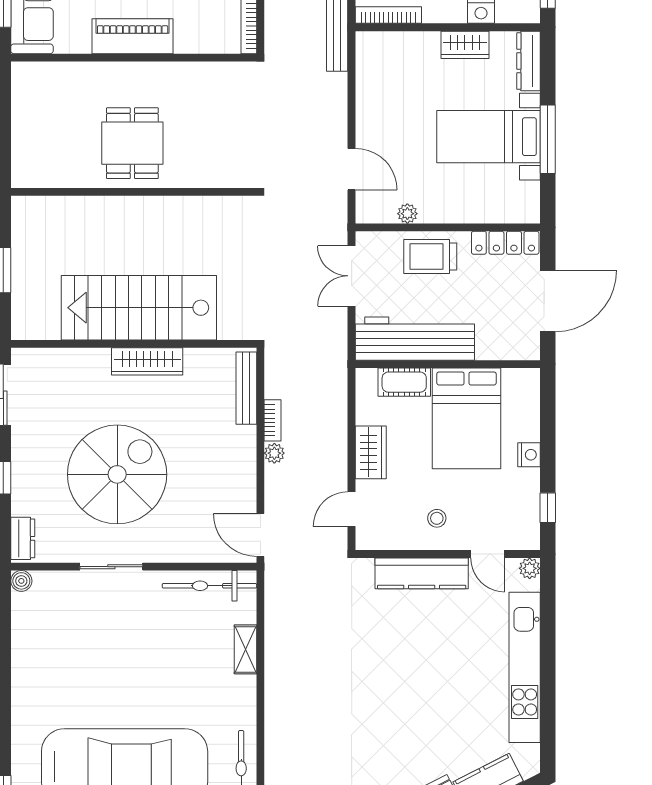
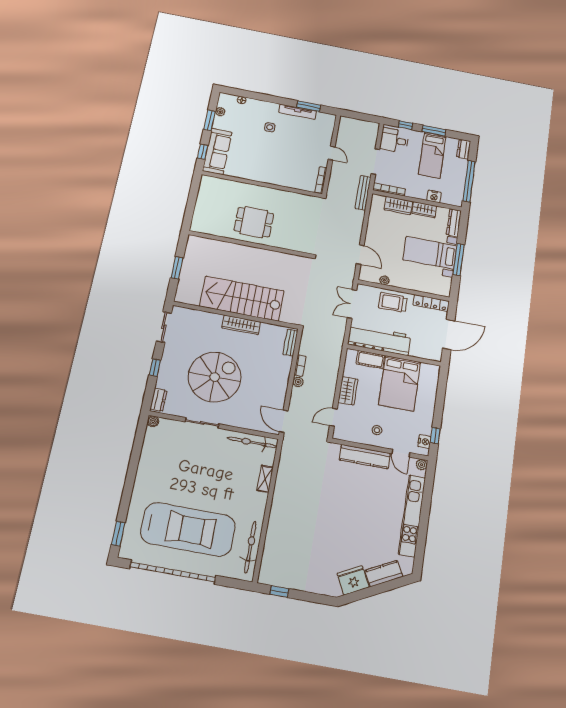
piano: (133, 36) -> (263, 175), removed
wardrobe: (412, 47) -> (398, 206), added
dining table: (132, 143) -> (254, 222), turned 90
bench: (246, 388) -> (290, 343), width x0.73
nightstand: (529, 455) -> (424, 442), moved

